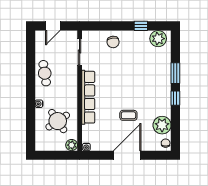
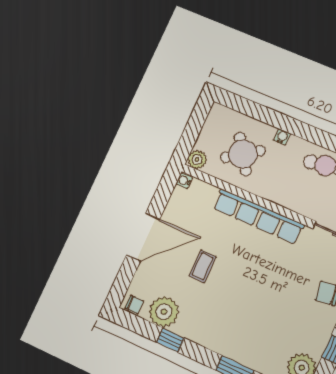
window: (175, 98) -> (170, 340), moved
door: (127, 155) -> (143, 237), hinge flipped

